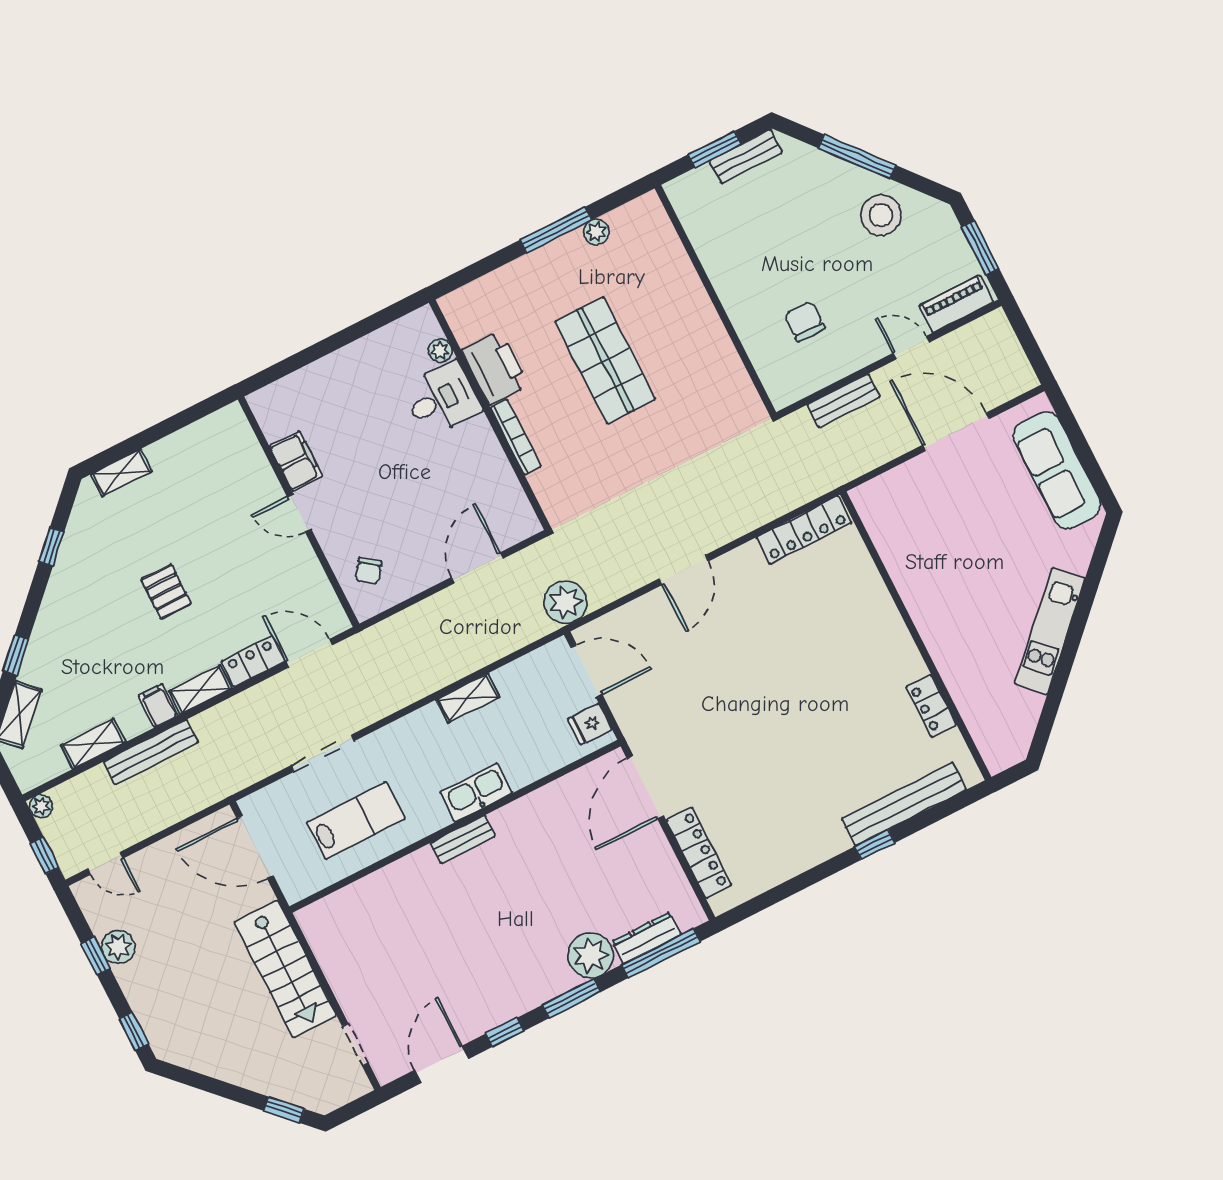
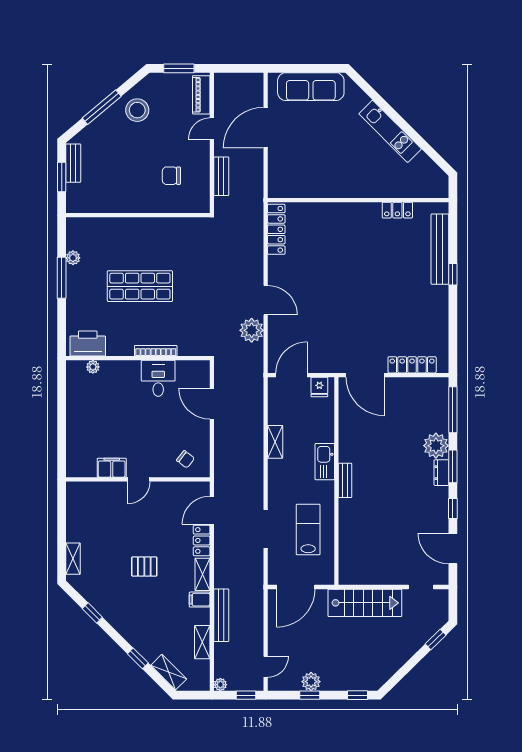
printer: (495, 368) -> (88, 344), moved
desk: (442, 399) -> (158, 378), moved
plant: (565, 602) -> (252, 330), moved
dresser: (646, 938) -> (441, 473), moved, width x0.70

